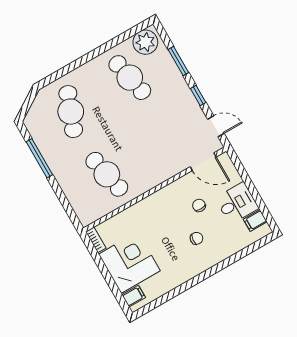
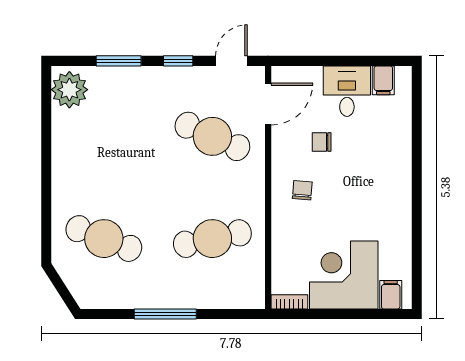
cafe table: (130, 78) -> (212, 136), moved, turned 36
window: (39, 158) -> (165, 314), moved
chair: (197, 238) -> (302, 190), moved

